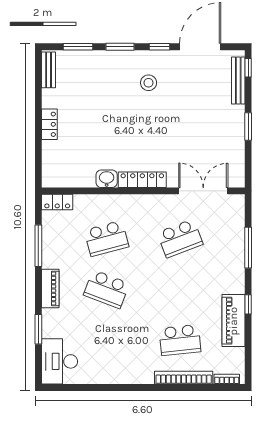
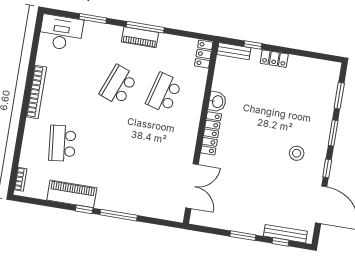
window: (248, 68) -> (280, 242), moved
bench: (49, 70) -> (234, 51), moved
window: (38, 150) -> (253, 45), added
school desk: (107, 238) -> (164, 93), turned 30
school desk: (180, 238) -> (153, 158), removed
window: (38, 246) -> (145, 27), moved
window: (248, 248) -> (119, 215), moved
piano: (50, 288) -> (140, 37), moved
bookcase: (184, 378) -> (36, 92), moved

